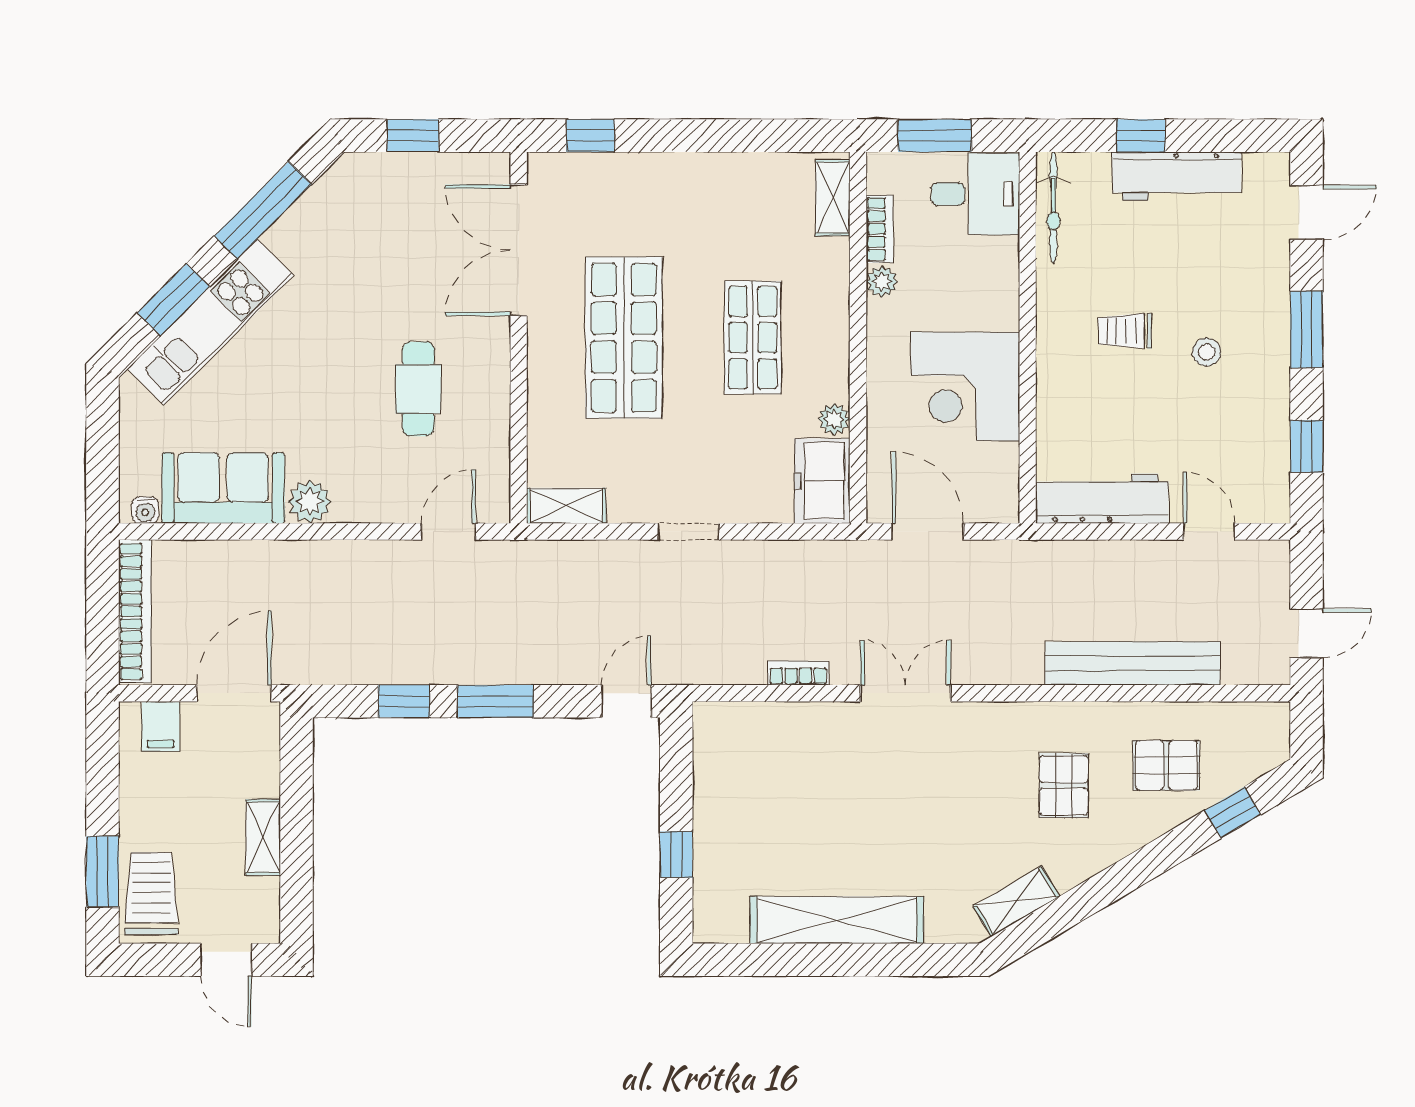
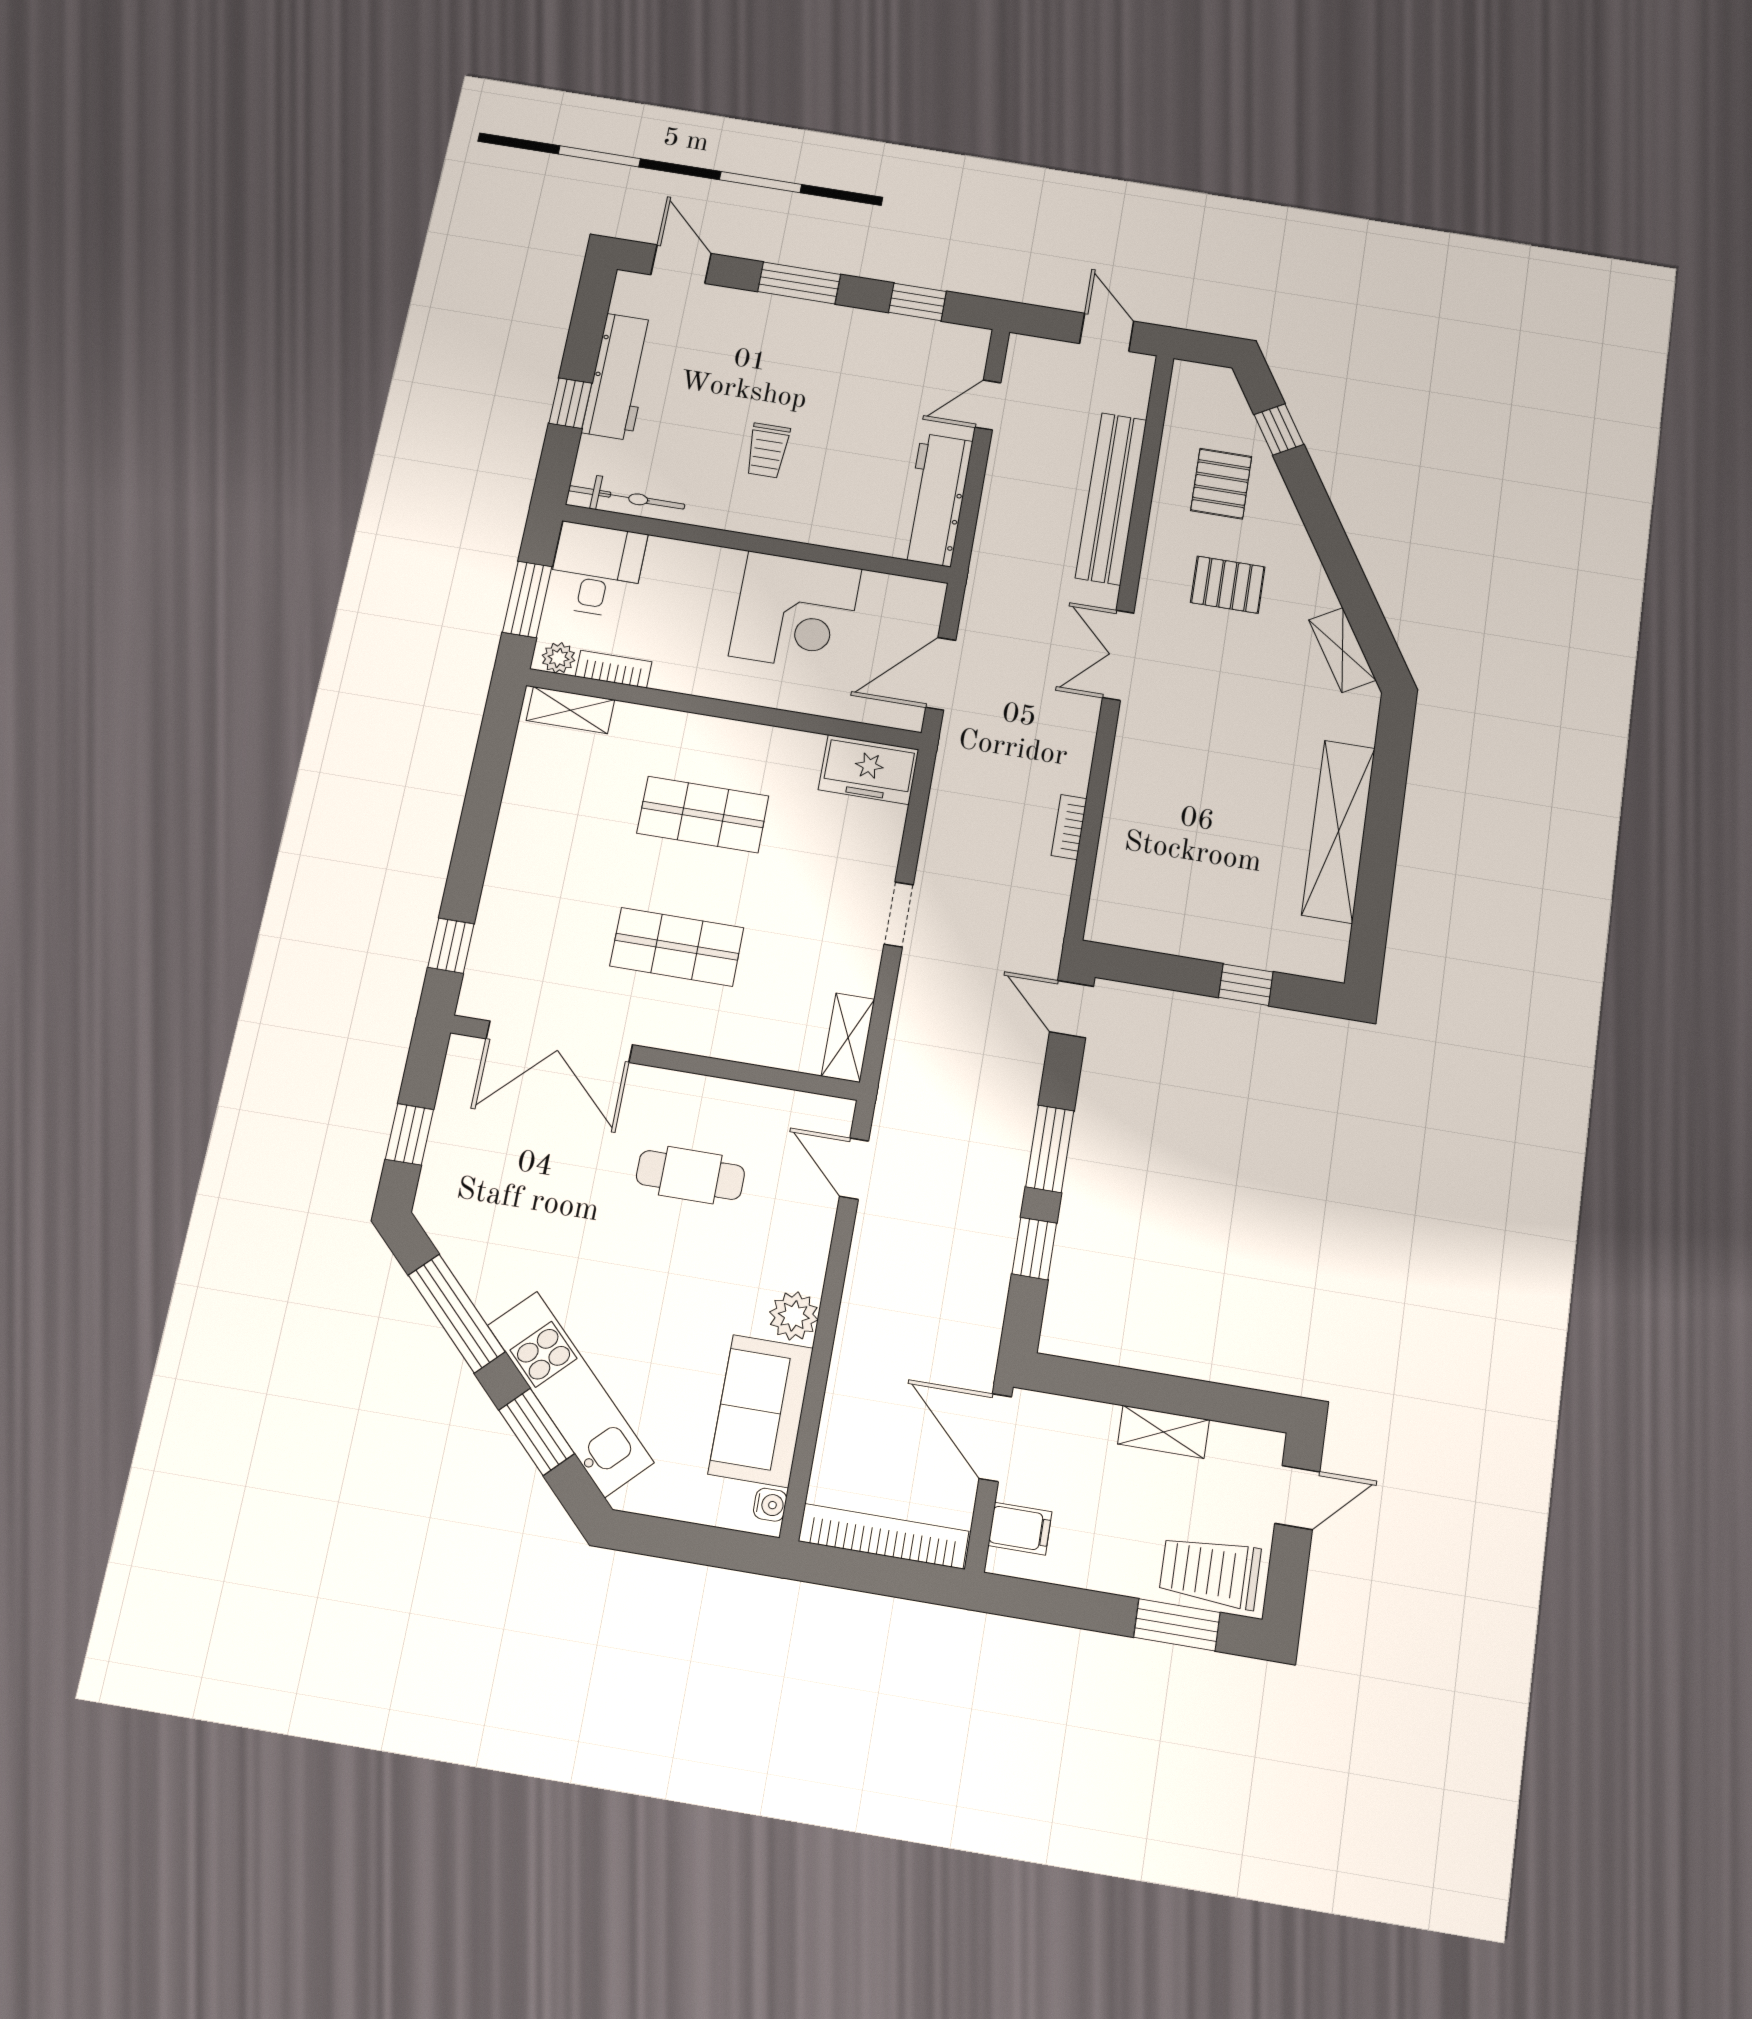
plant: (882, 282) -> (558, 658), moved
shop shelf: (624, 338) -> (677, 947), width x0.70, depth x0.74
stool: (1207, 352) -> (804, 378), removed
plant: (834, 419) -> (805, 747), removed
double door: (906, 693) -> (1118, 655), moved

